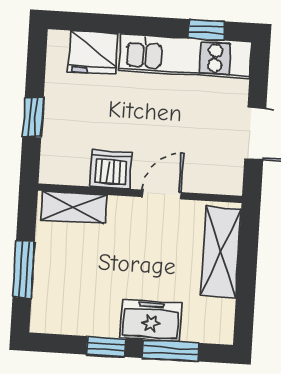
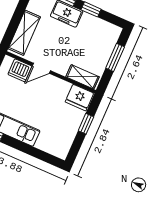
fridge: (93, 53) -> (79, 98), moved, turned 180
dishwasher: (111, 169) -> (20, 70), moved

